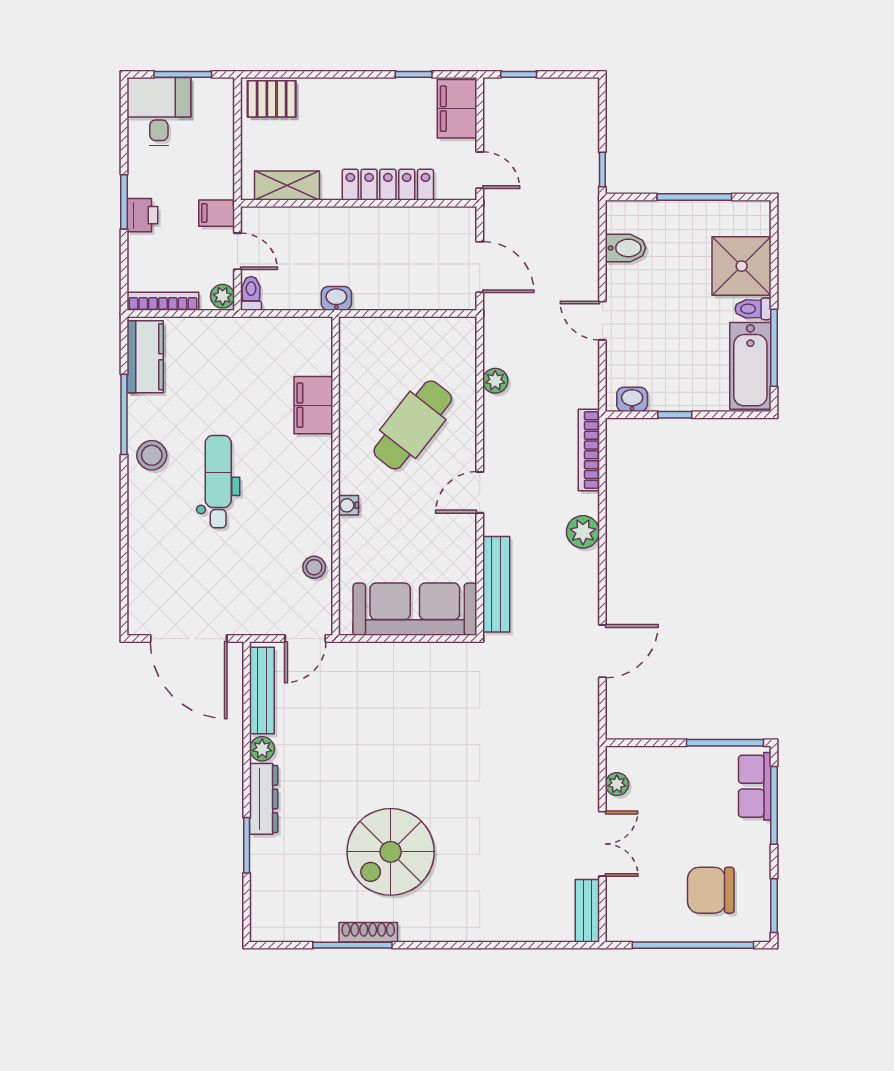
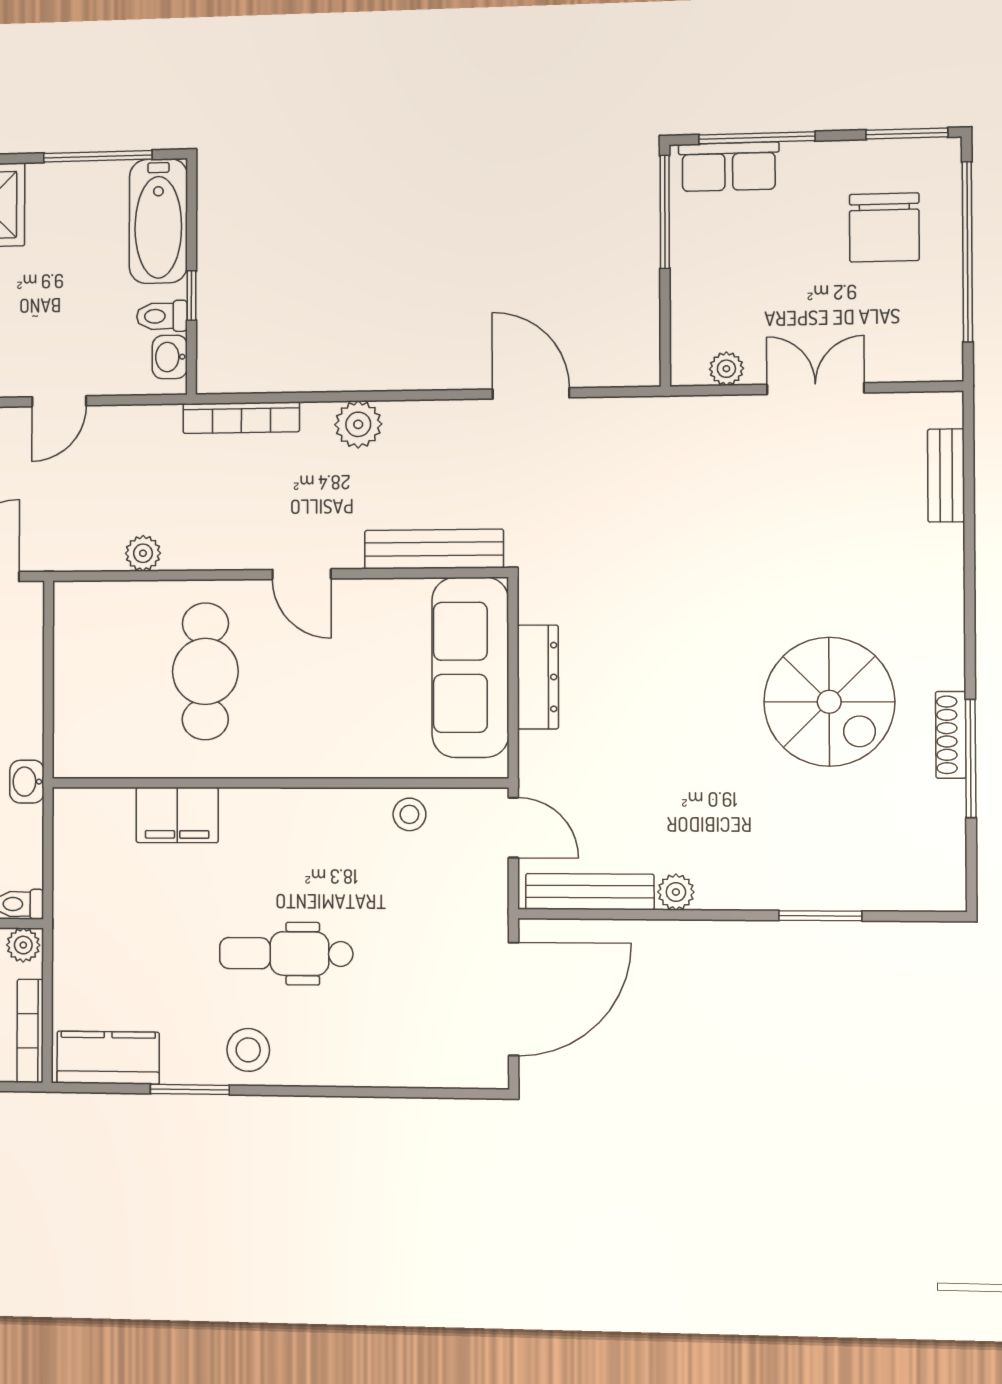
toilet: (753, 309) -> (162, 316), moved, turned 90
bathtub: (750, 366) -> (158, 221), moved, turned 90
window: (124, 414) -> (190, 1089), width x0.69
cafe table: (413, 425) -> (205, 671), turned 52
water cooler: (349, 505) -> (320, 764), removed
dresser: (264, 799) -> (538, 677), moved, turned 90
bench: (587, 911) -> (946, 475), moved, turned 90

